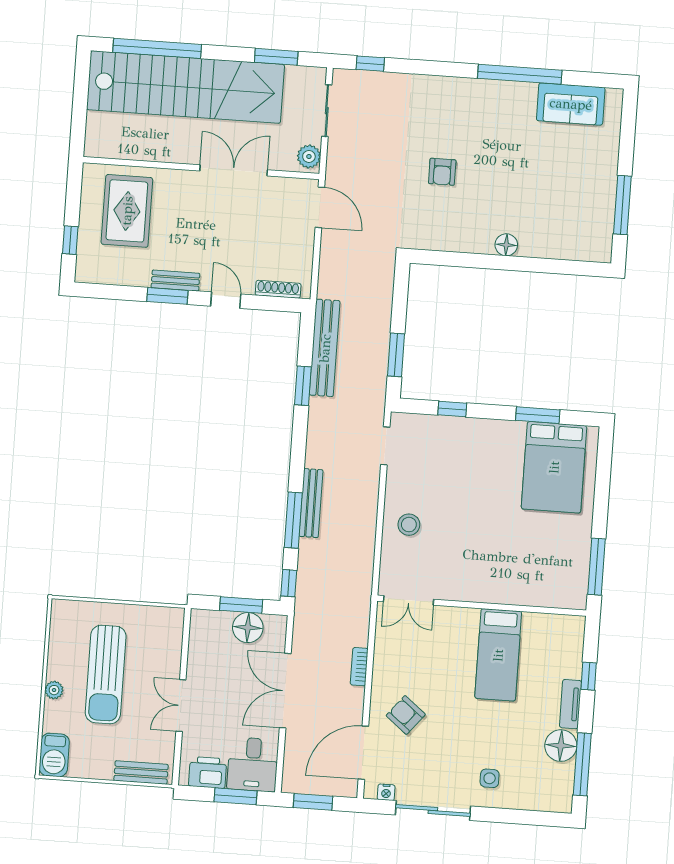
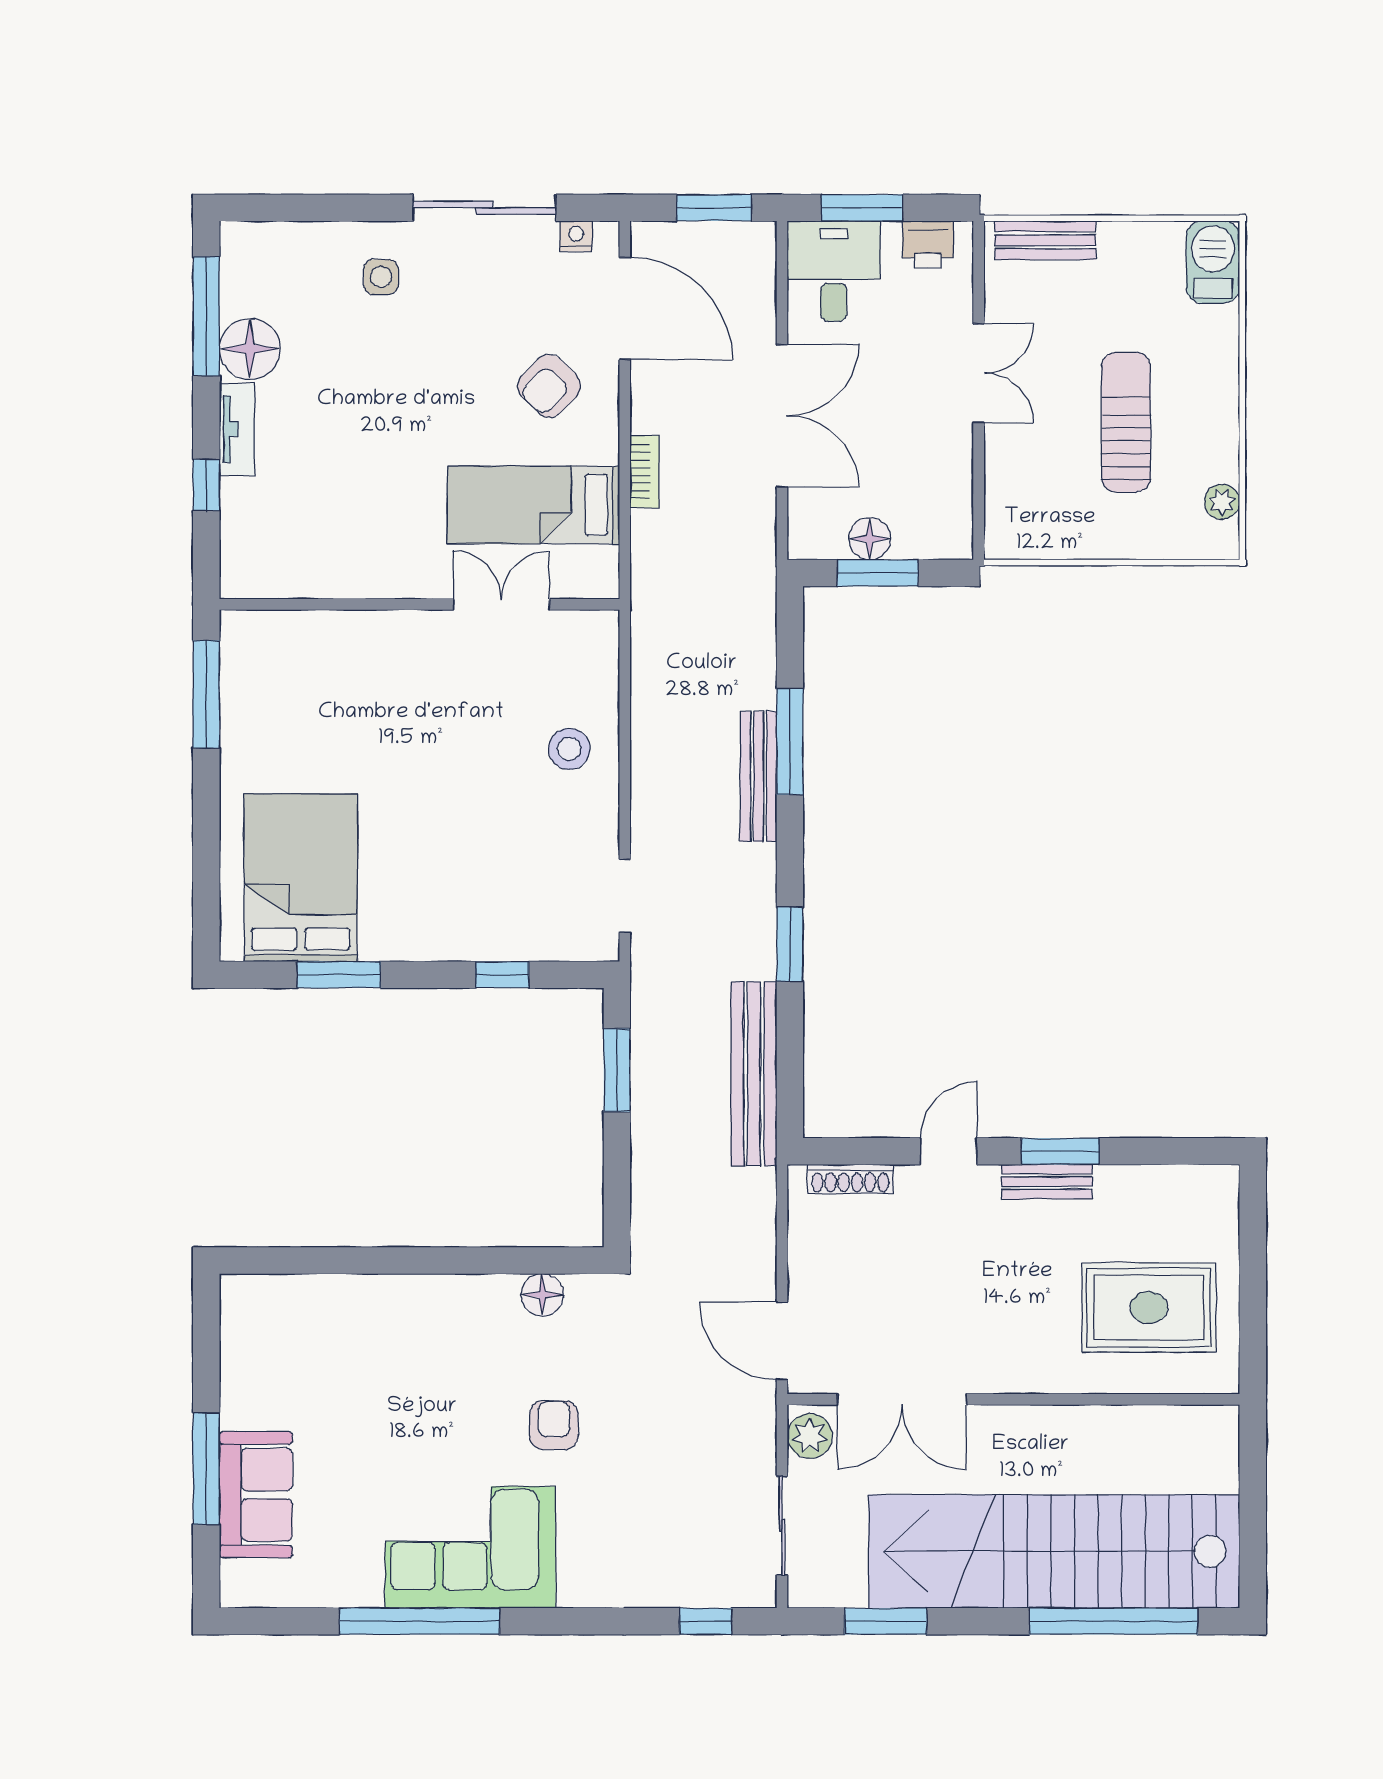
sofa: (571, 104) -> (256, 1495), moved, turned 90
corner sofa: (490, 111) -> (470, 1547), added
double door: (234, 170) -> (902, 1399), moved
window: (622, 205) -> (206, 1469), moved
rug: (127, 211) -> (1149, 1307), turned 90
window: (70, 240) -> (1253, 1244), removed
floor lamp: (506, 245) -> (542, 1295), moved
door: (226, 300) -> (949, 1151), swing flipped
window: (303, 386) -> (790, 944), moved
window: (289, 583) -> (790, 621), removed
double door: (409, 600) -> (501, 604), moved
floor lamp: (248, 628) -> (870, 539), width x0.73, depth x0.73
bed: (498, 655) -> (533, 505), moved, turned -90
sun lounger: (106, 674) -> (1126, 422), width x0.73, depth x0.75
plant: (54, 690) -> (1222, 502), moved
armchair: (406, 715) -> (549, 386), turned 95
door: (363, 753) -> (625, 308), hinge flipped
printer: (208, 772) -> (928, 244), width x0.73, depth x0.81

